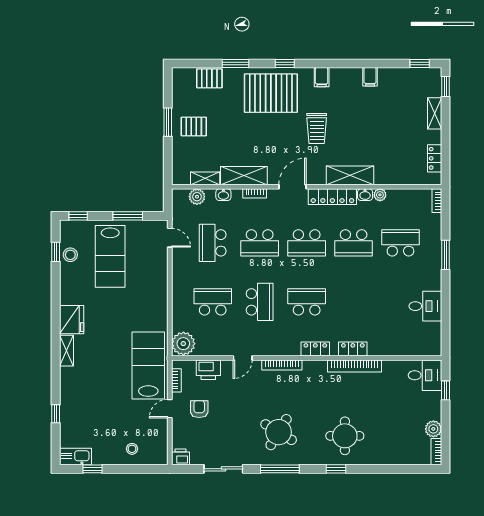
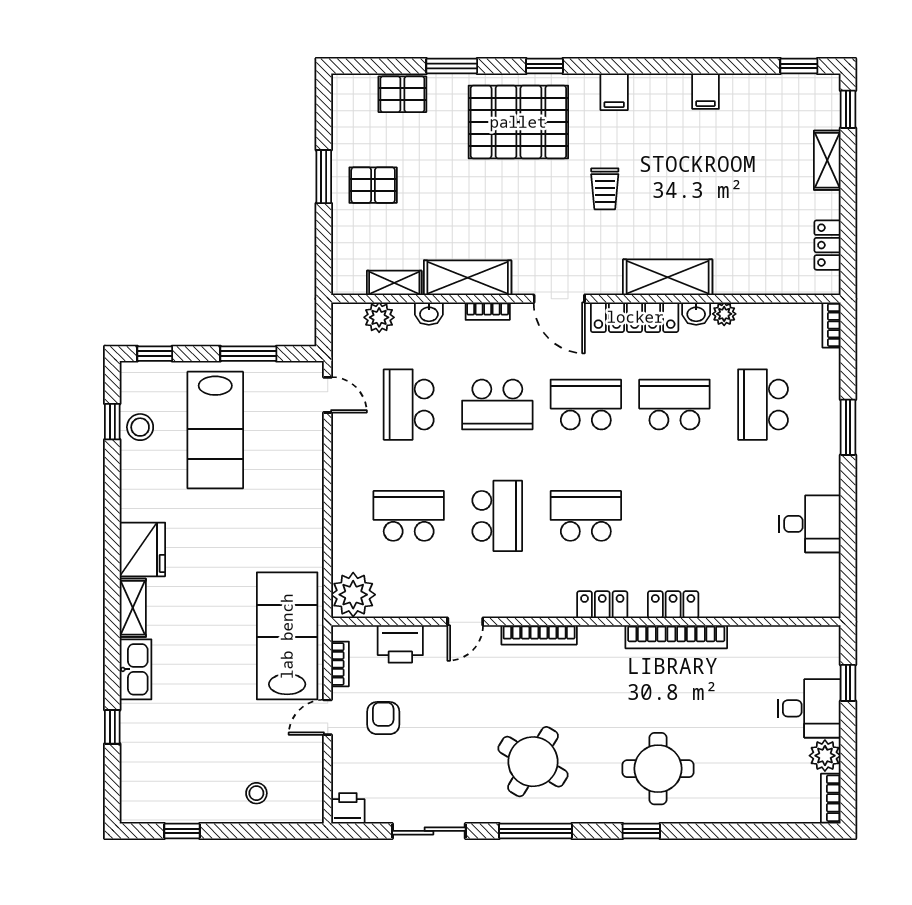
trolley: (317, 128) -> (605, 189), width x0.73, depth x0.72
door: (292, 187) -> (559, 299), swing flipped
school desk: (307, 243) -> (586, 405), turned 180
school desk: (354, 243) -> (674, 405), turned 180
school desk: (400, 243) -> (763, 405), turned -90
desk: (425, 375) -> (809, 708), moved
kitchen sink: (75, 457) -> (136, 669), moved, turned 90

